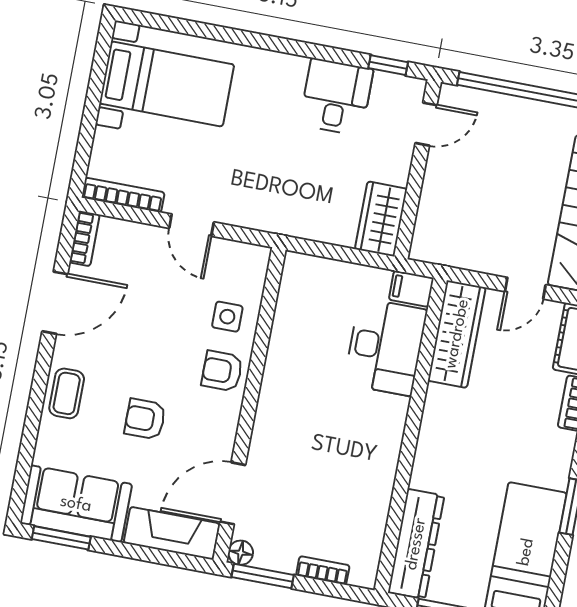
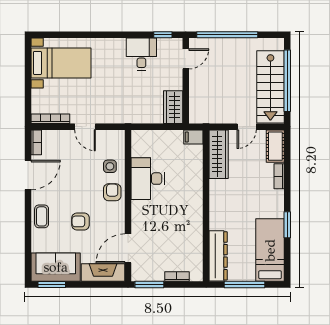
desk: (385, 347) -> (148, 179), moved, turned 180
armchair: (222, 371) -> (112, 192), turned 90
floor lamp: (241, 553) -> (137, 275), removed

